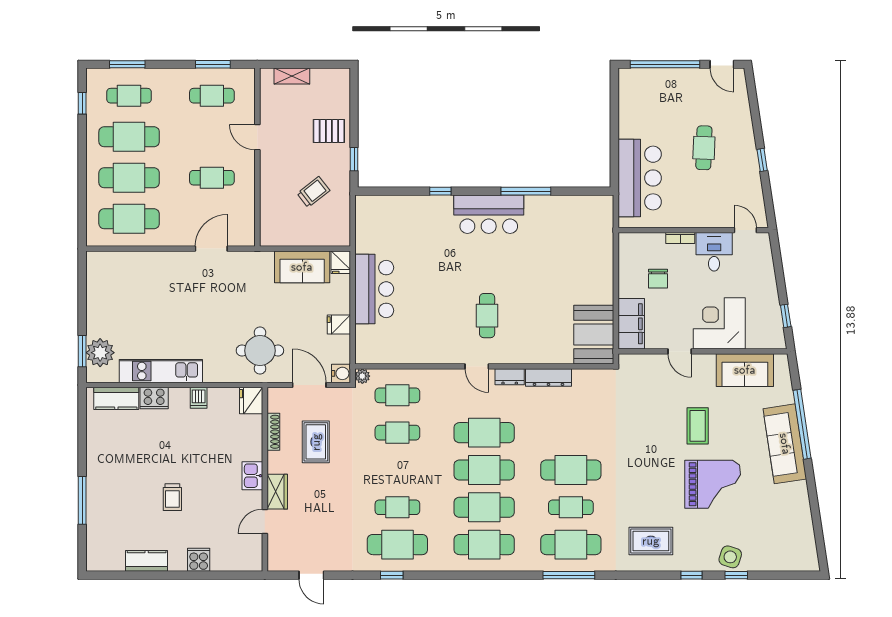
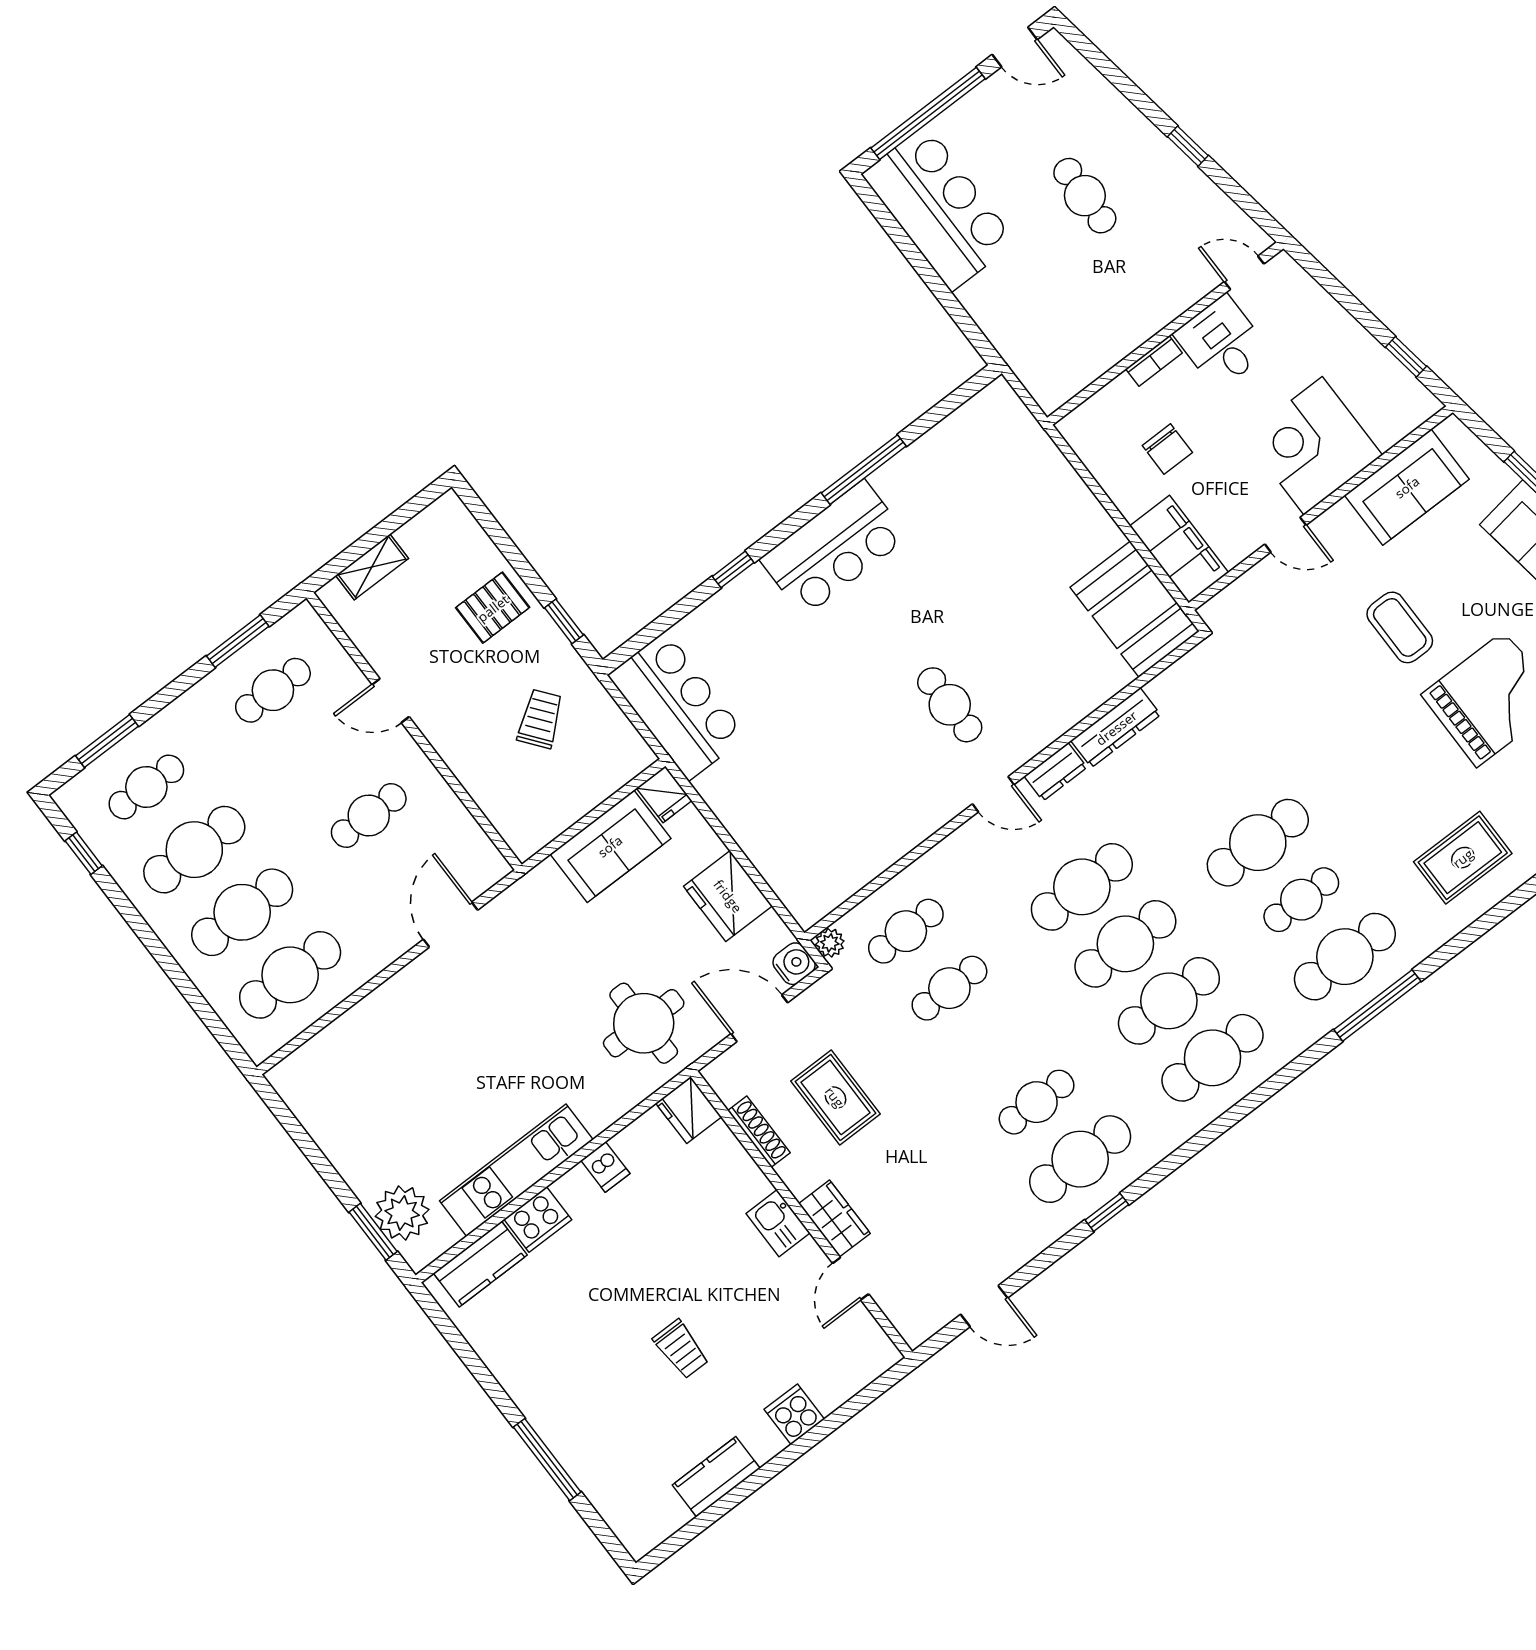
bar counter: (640, 178) -> (939, 208), moved
bar counter: (374, 289) -> (677, 706), moved
fridge: (339, 325) -> (728, 896), width x1.88, depth x1.34

